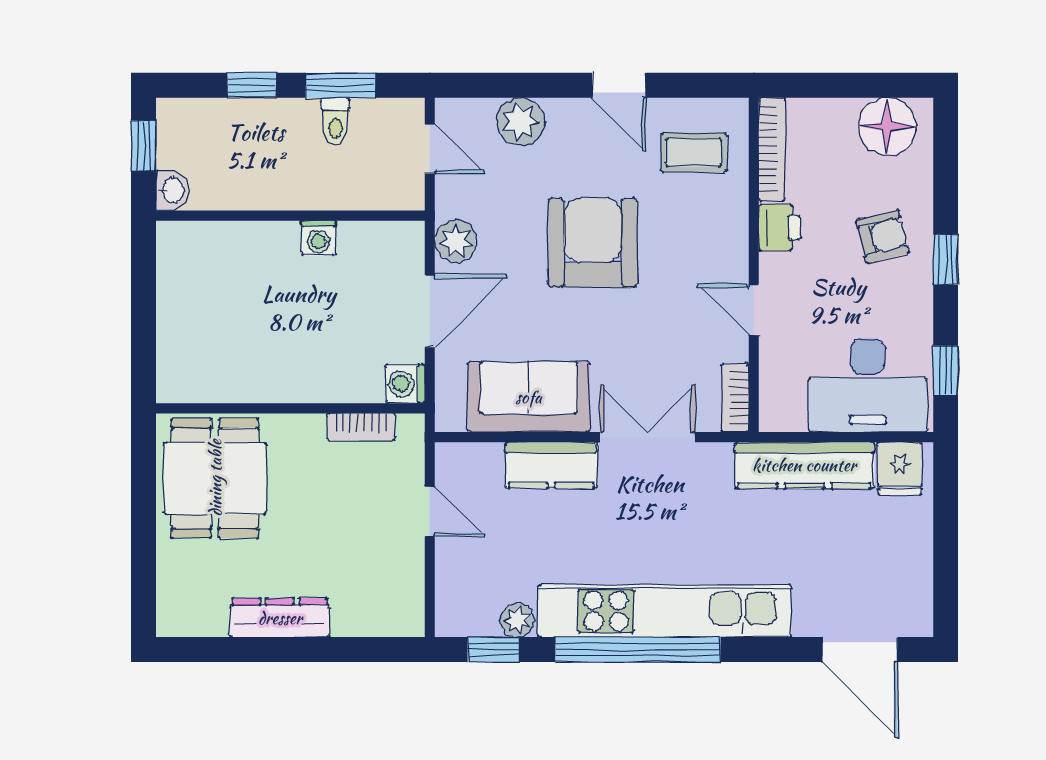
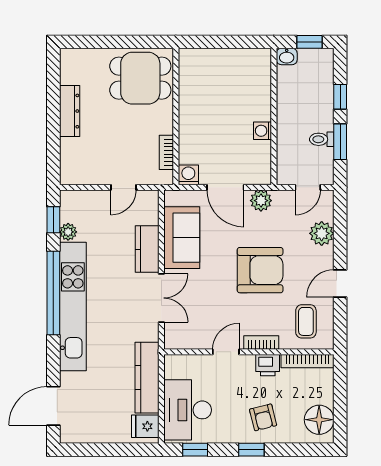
bookcase: (735, 398) -> (261, 343), moved

